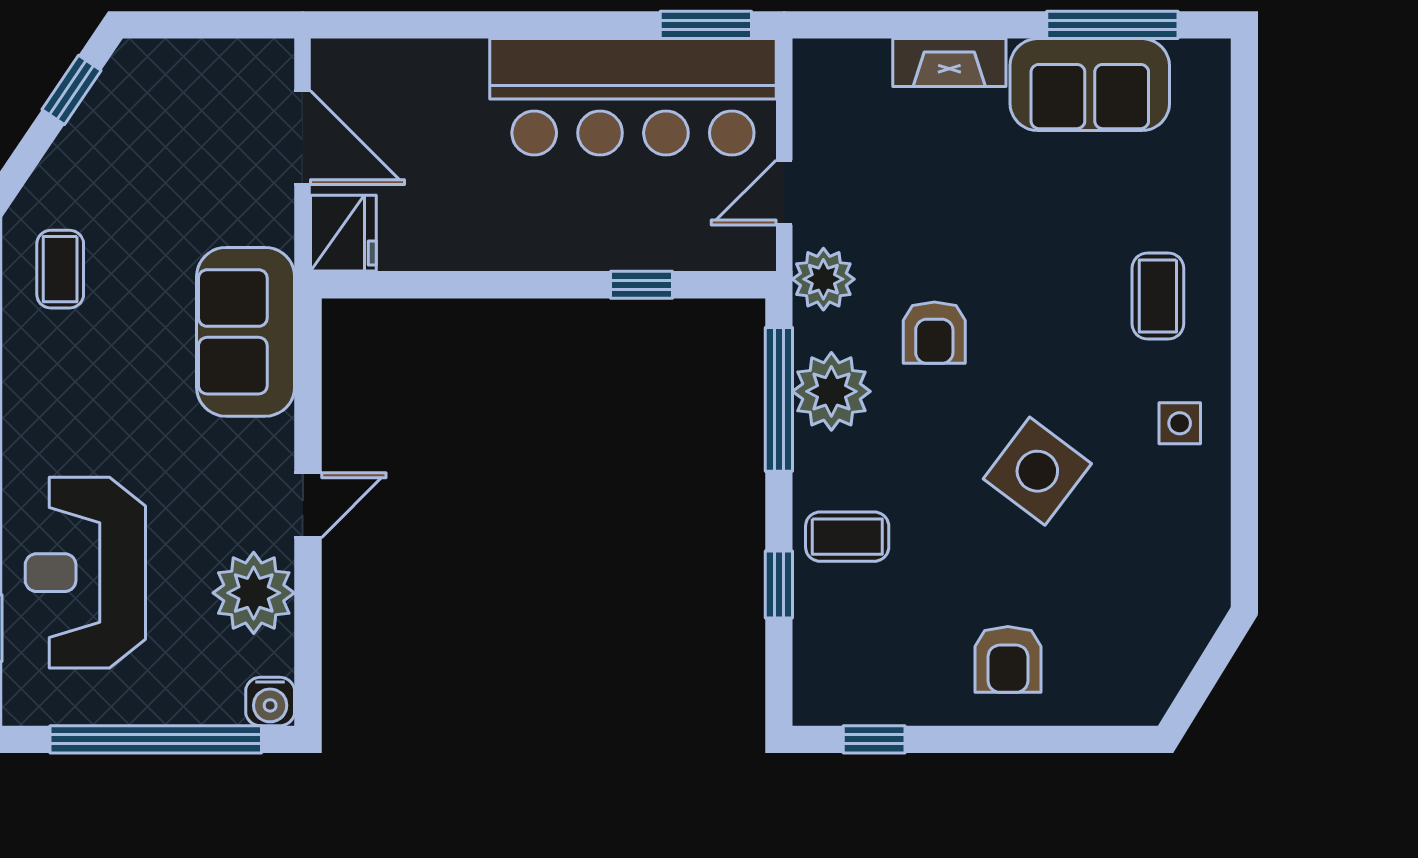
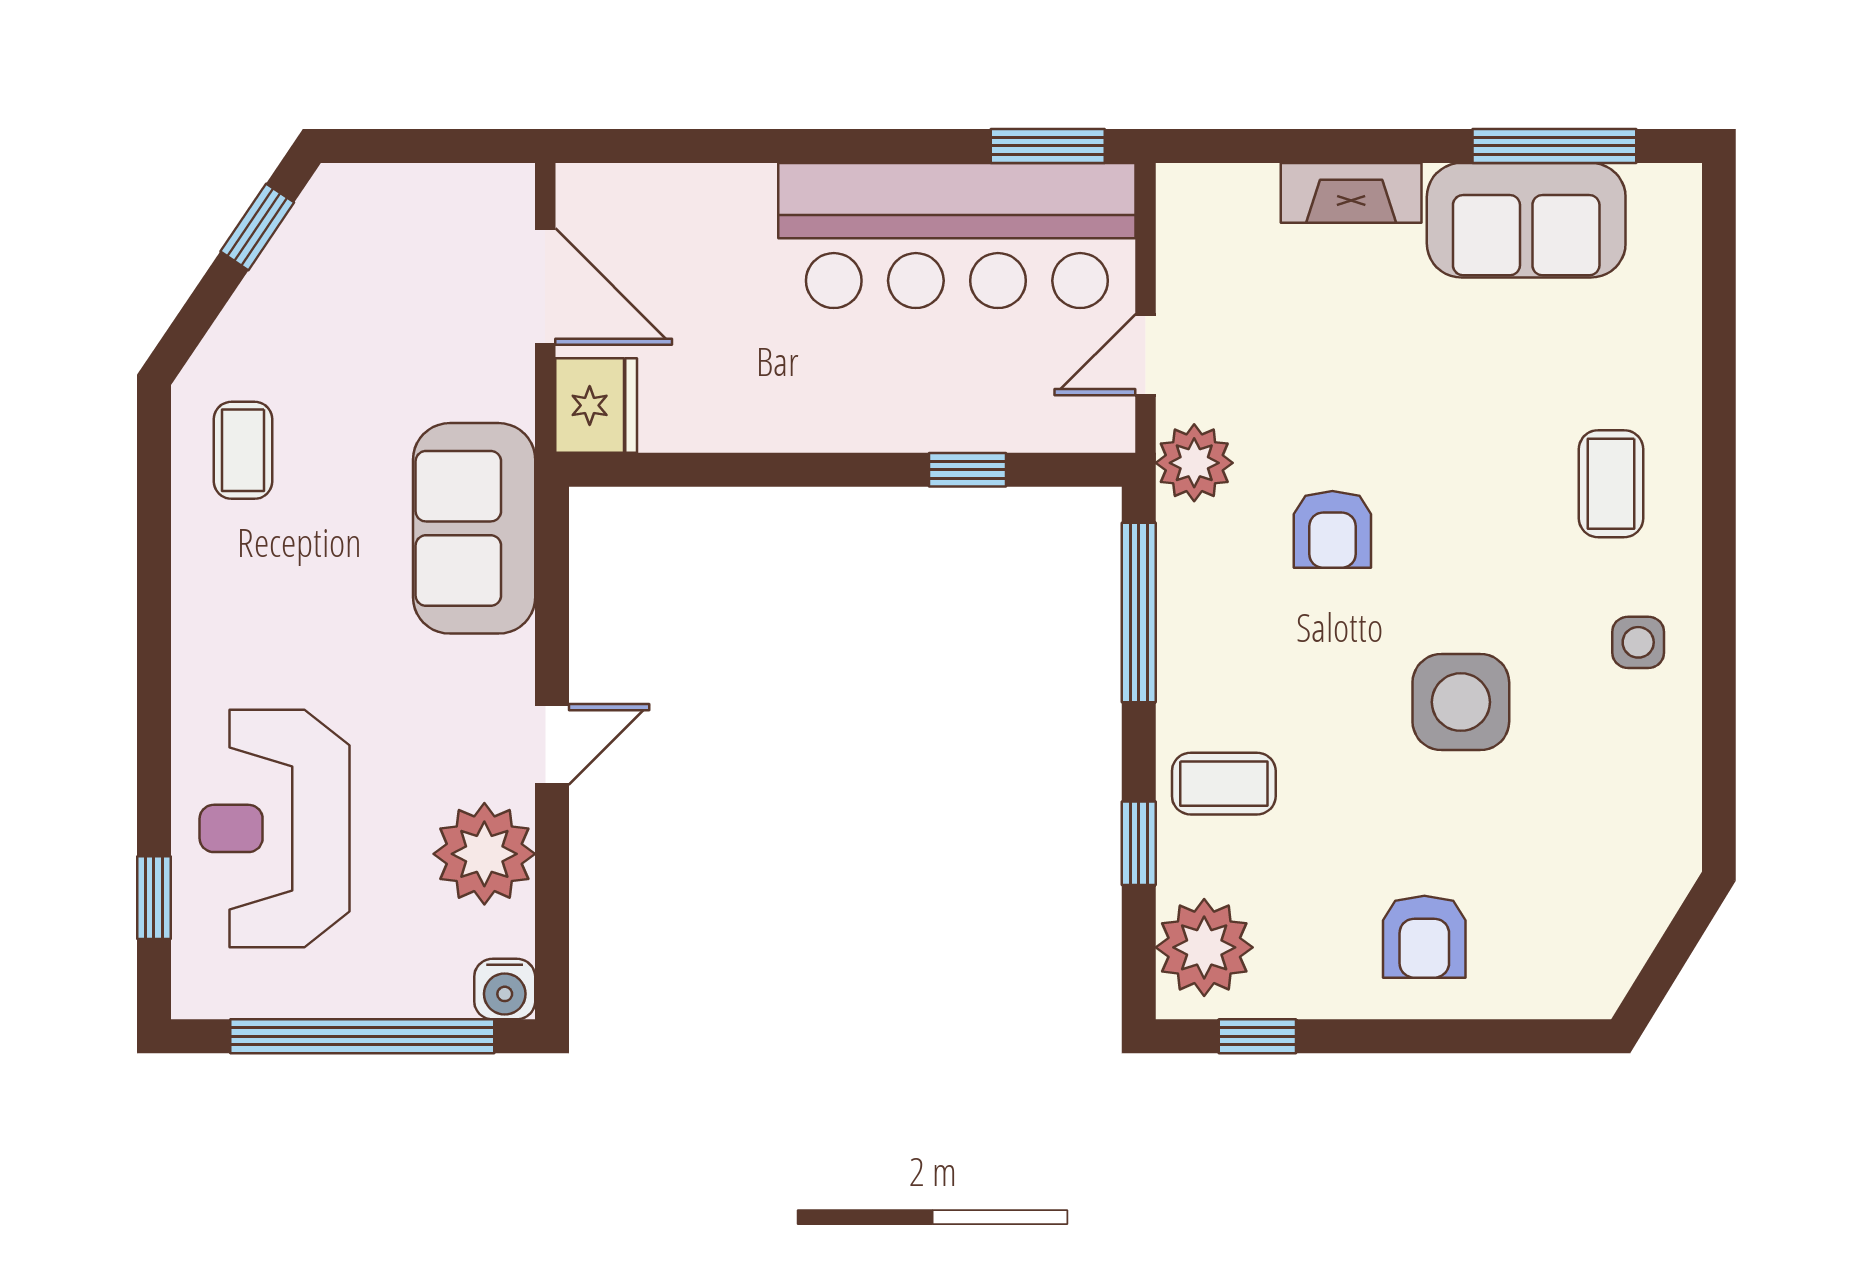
plant: (831, 391) -> (1204, 947), moved
side table: (1037, 471) -> (1461, 702), turned -37

